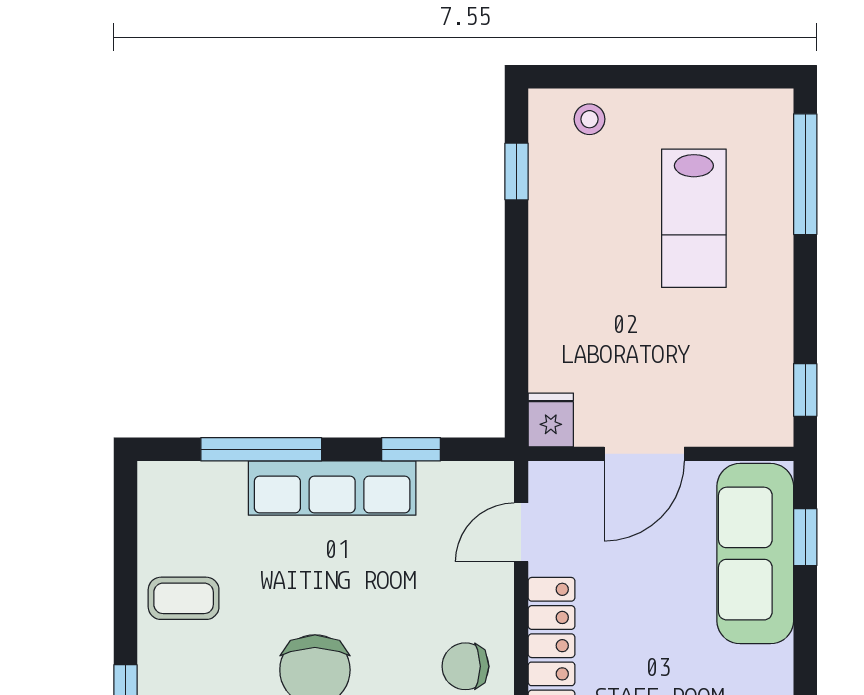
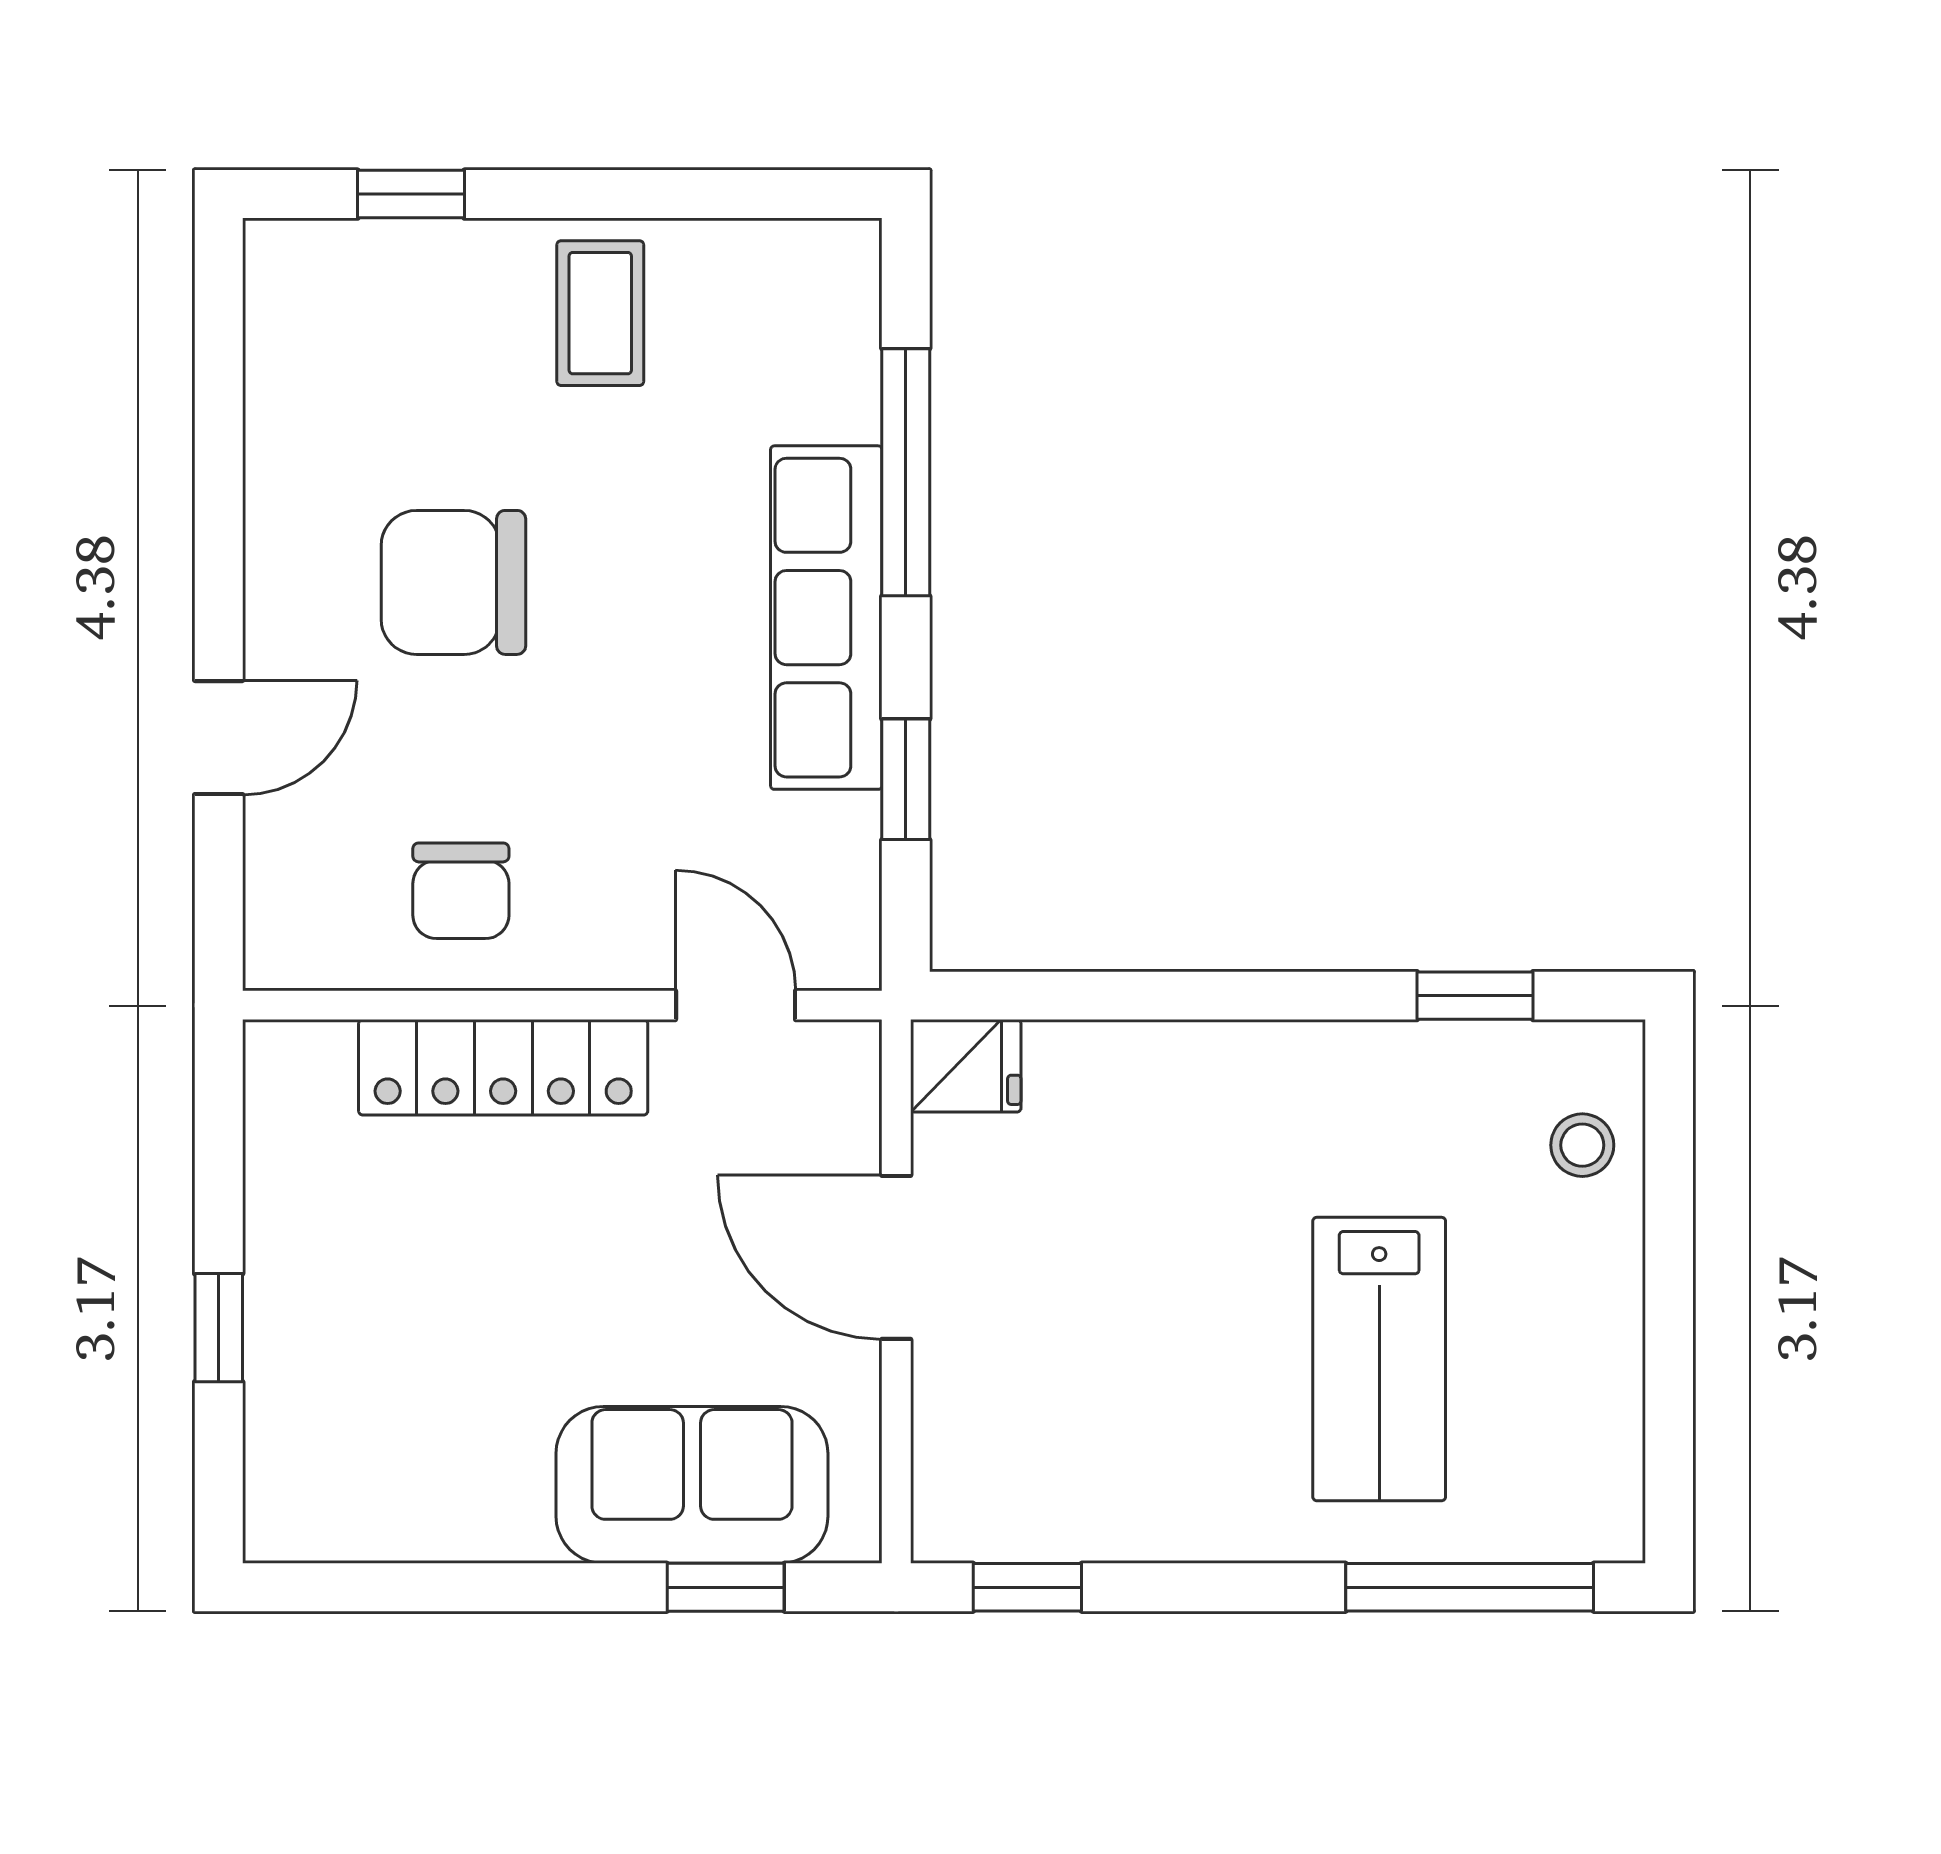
lab bench: (694, 218) -> (1379, 1359), turned -90
sofa: (755, 554) -> (692, 1485), width x0.73
chair: (465, 666) -> (461, 891), turned 180

